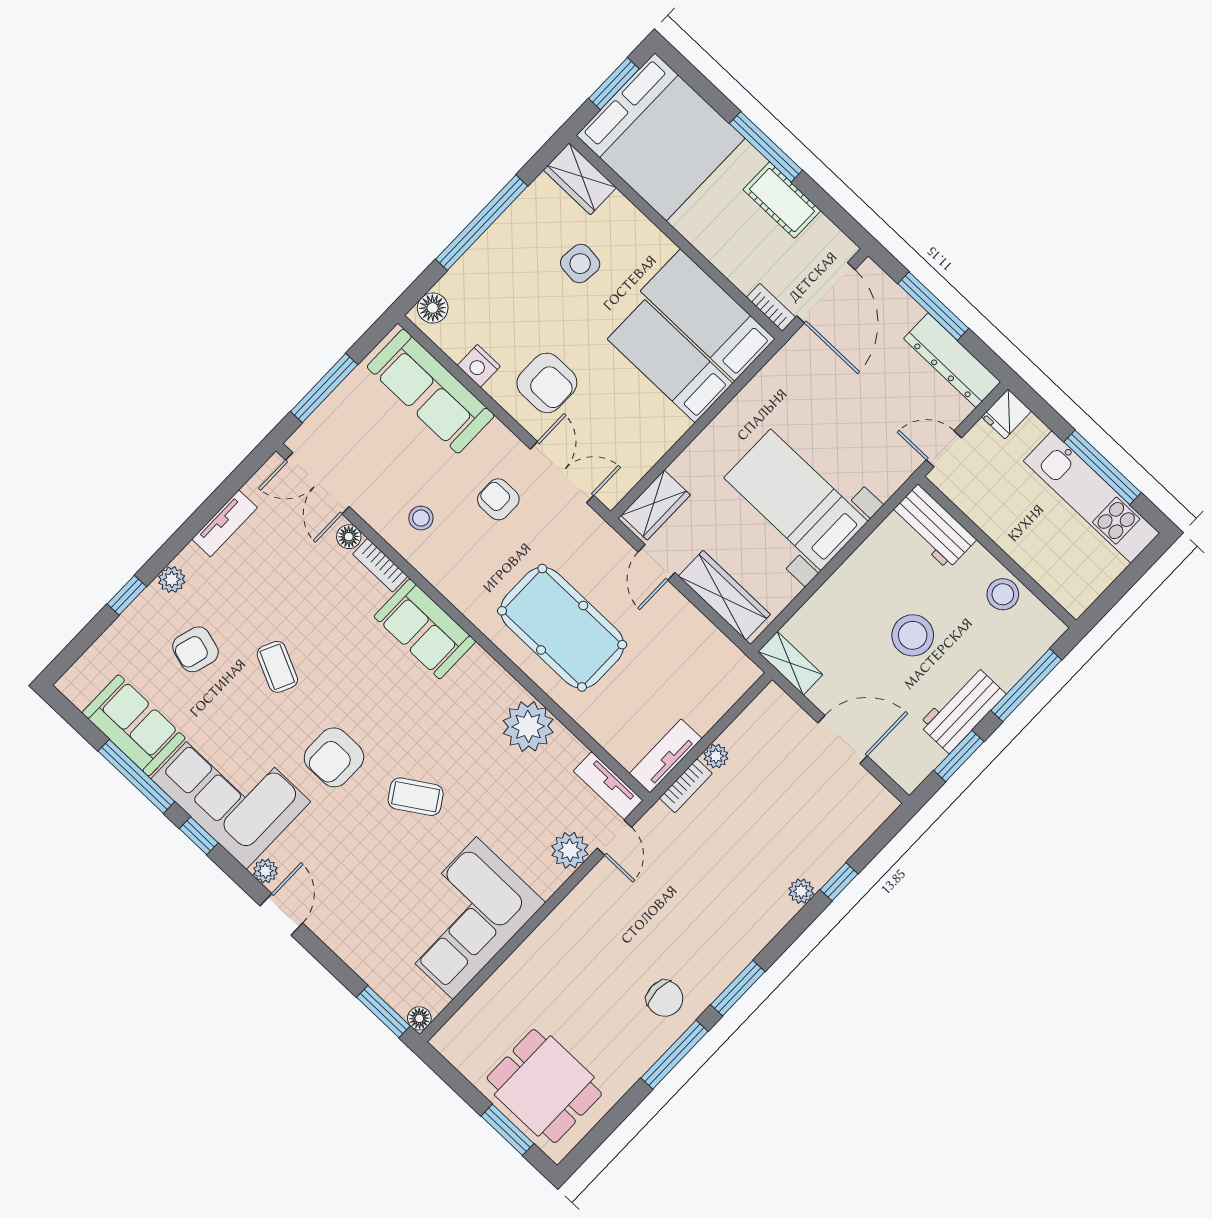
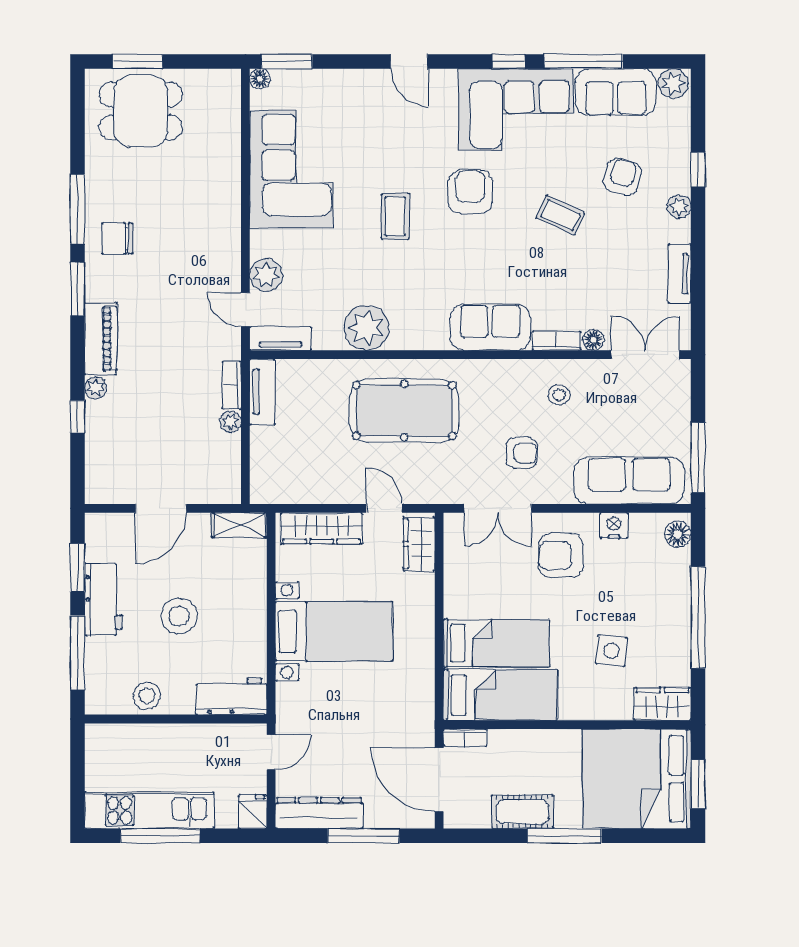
window: (324, 388) -> (698, 458), moved
coffee table: (416, 797) -> (395, 216), turned -57
plant: (265, 871) -> (673, 83), moved, width x1.38, depth x1.38
piano: (758, 928) -> (101, 339), added

